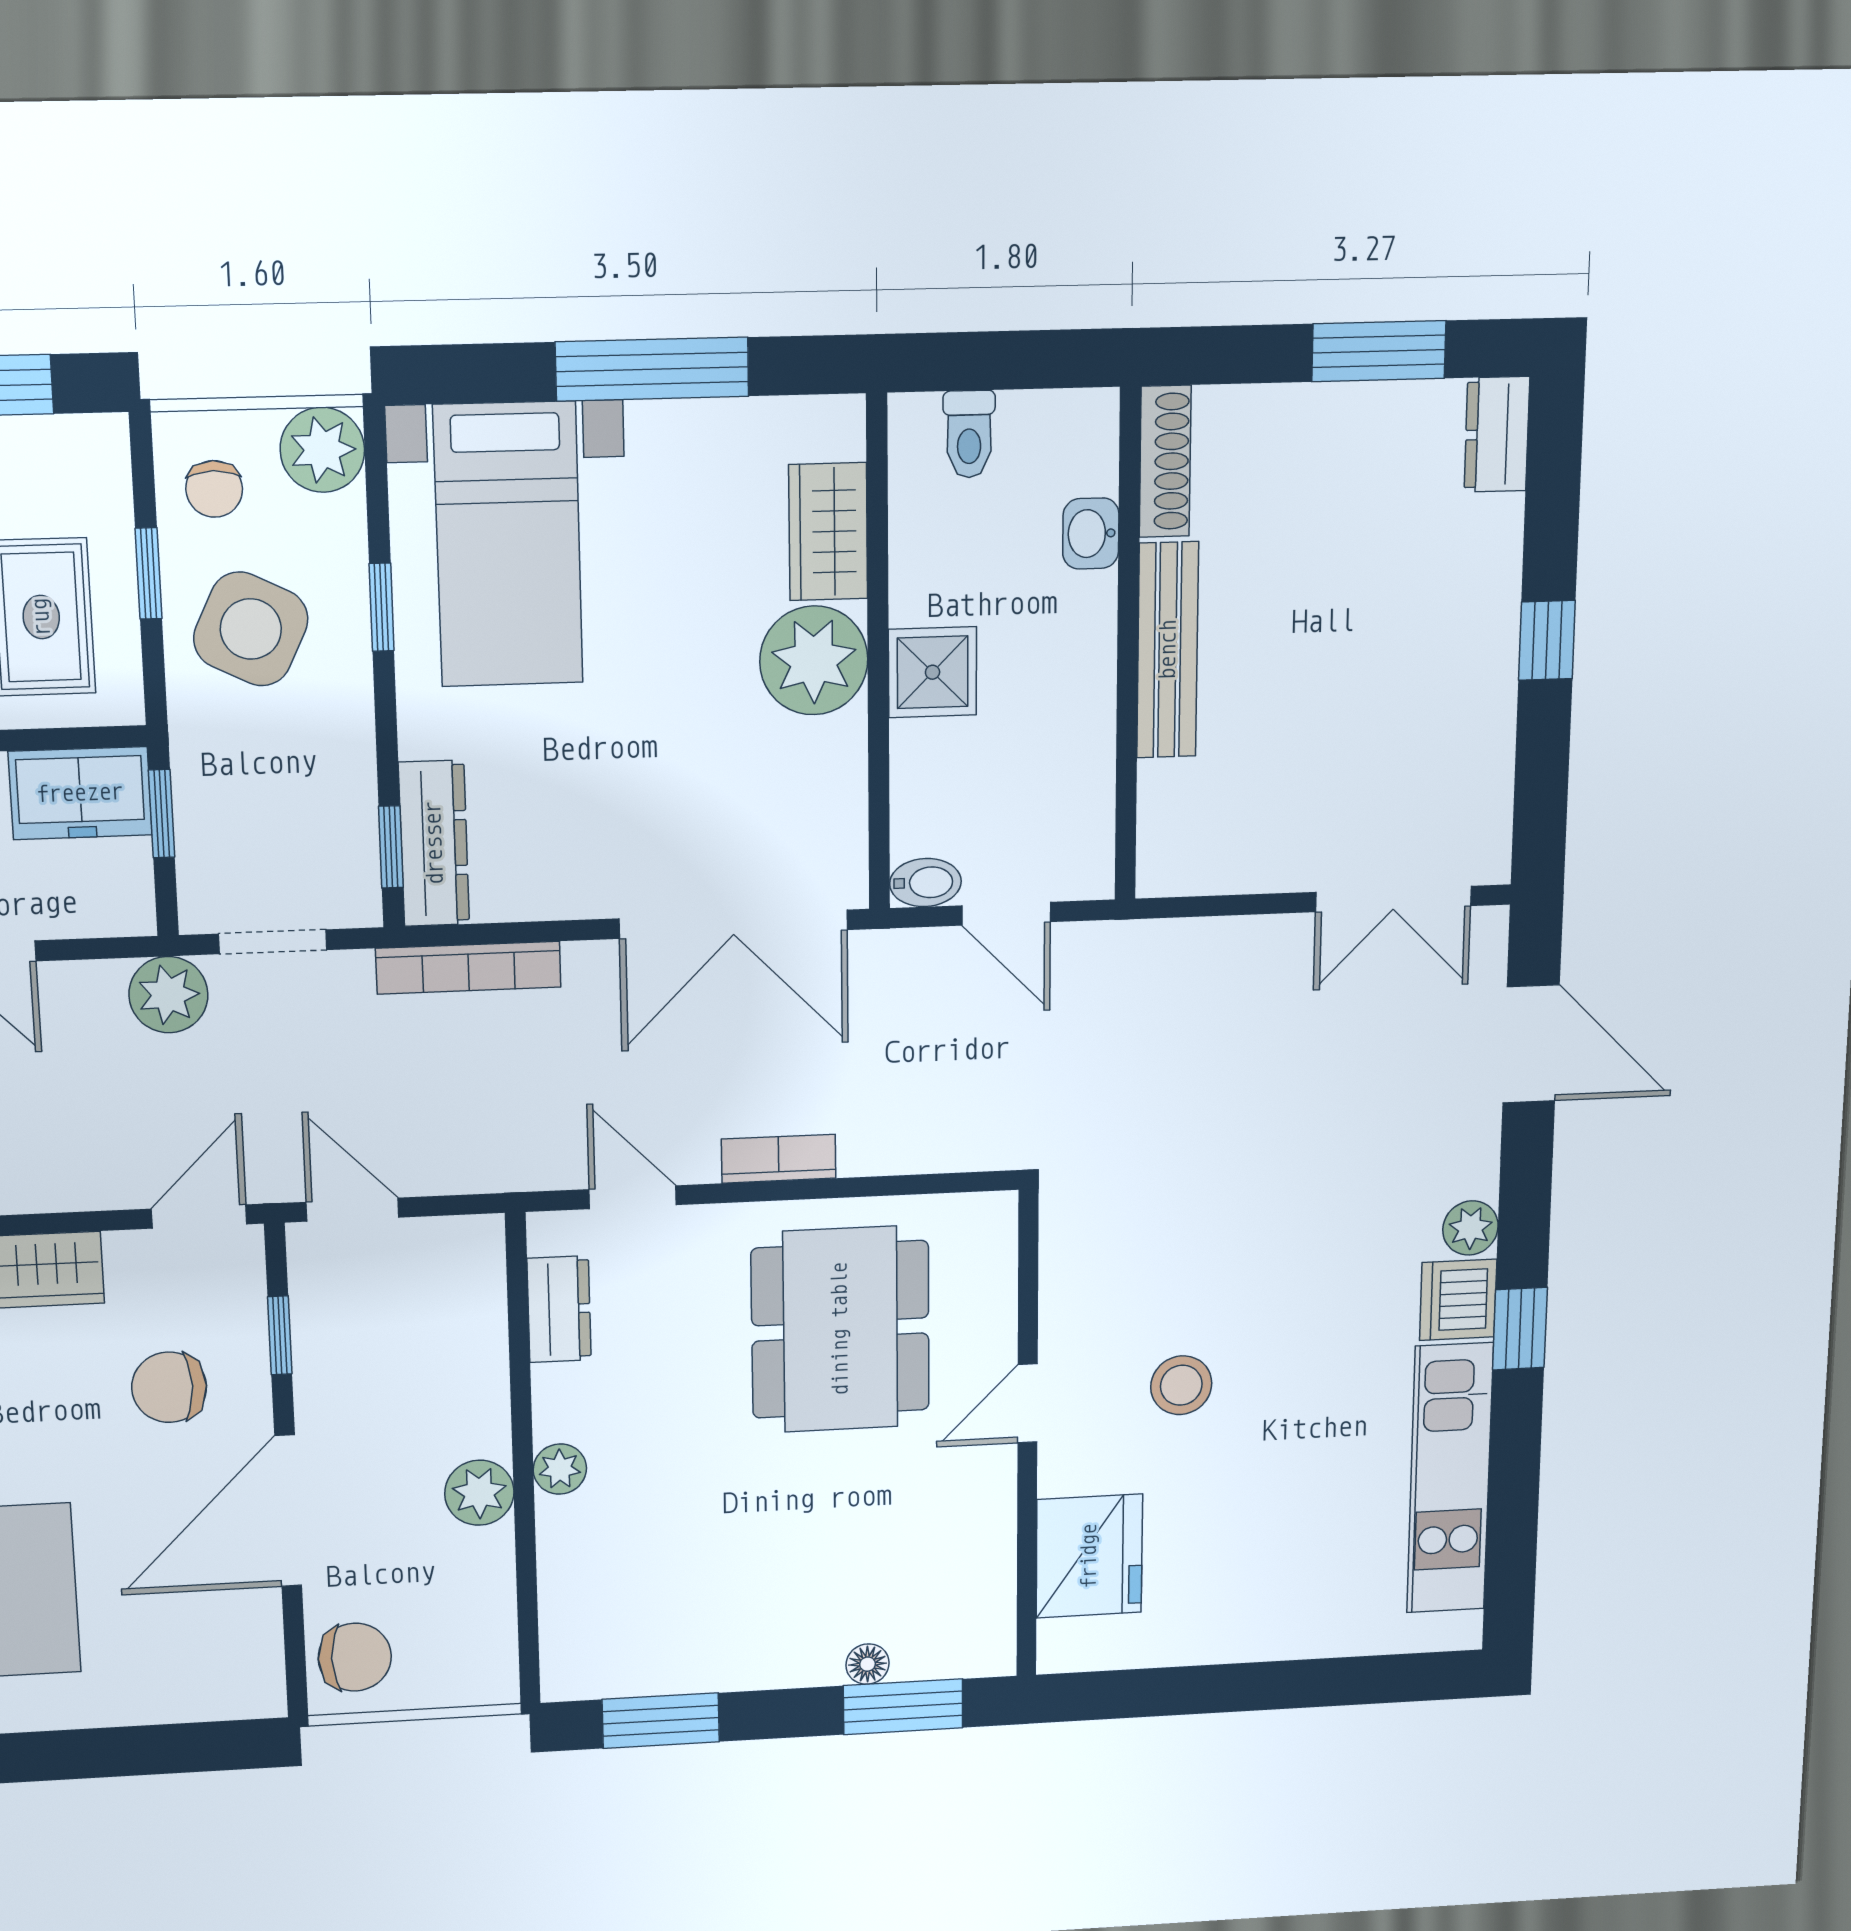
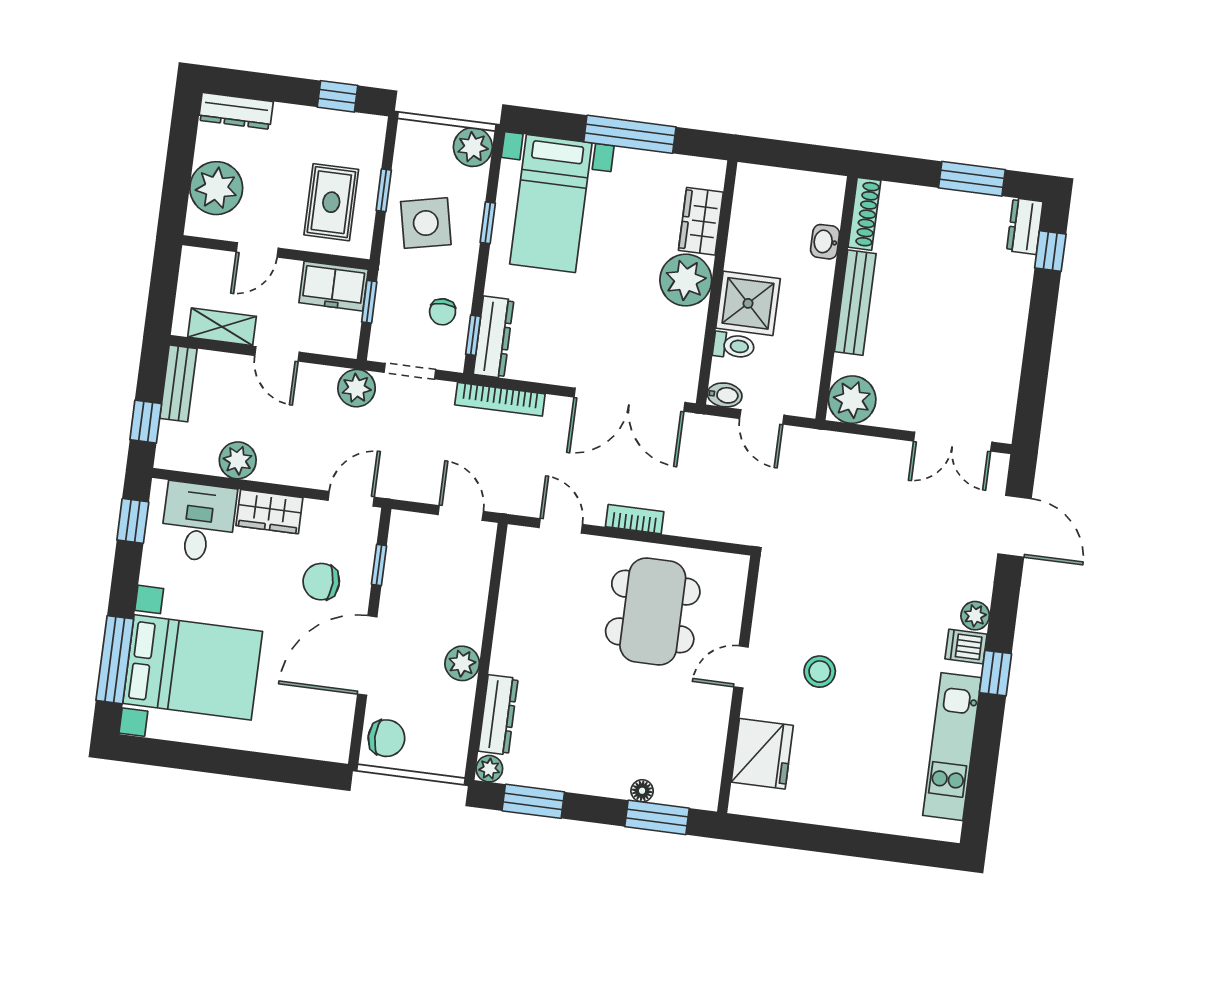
toilet: (969, 434) -> (734, 346), moved, turned -90
chair: (214, 489) -> (443, 312), moved
side table: (251, 629) -> (426, 223), turned -38
window: (1547, 640) -> (1050, 251), moved
shower: (933, 672) -> (748, 303), width x1.36, depth x1.36
plant: (1184, 849) -> (852, 400), added
door: (353, 1210) -> (461, 513), moved
dishwasher: (1458, 1300) -> (966, 647), width x0.73
dresser: (559, 1309) -> (498, 715), moved, width x1.44
plant: (560, 1469) -> (489, 769), moved

